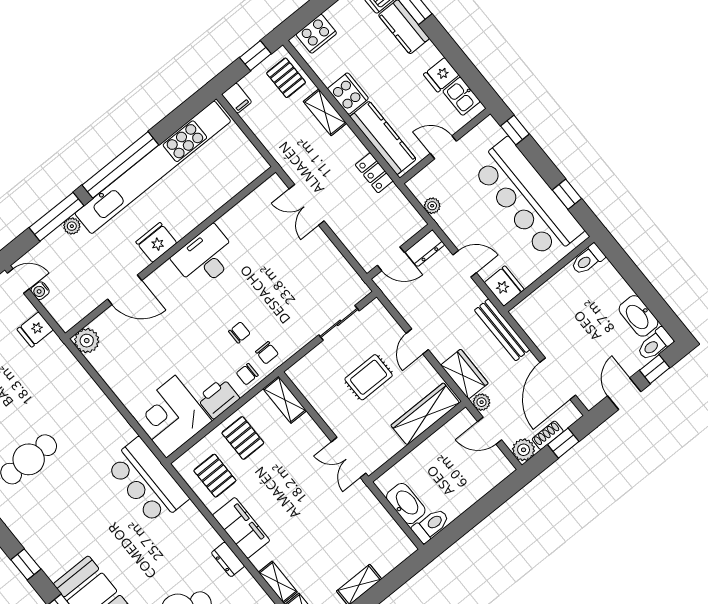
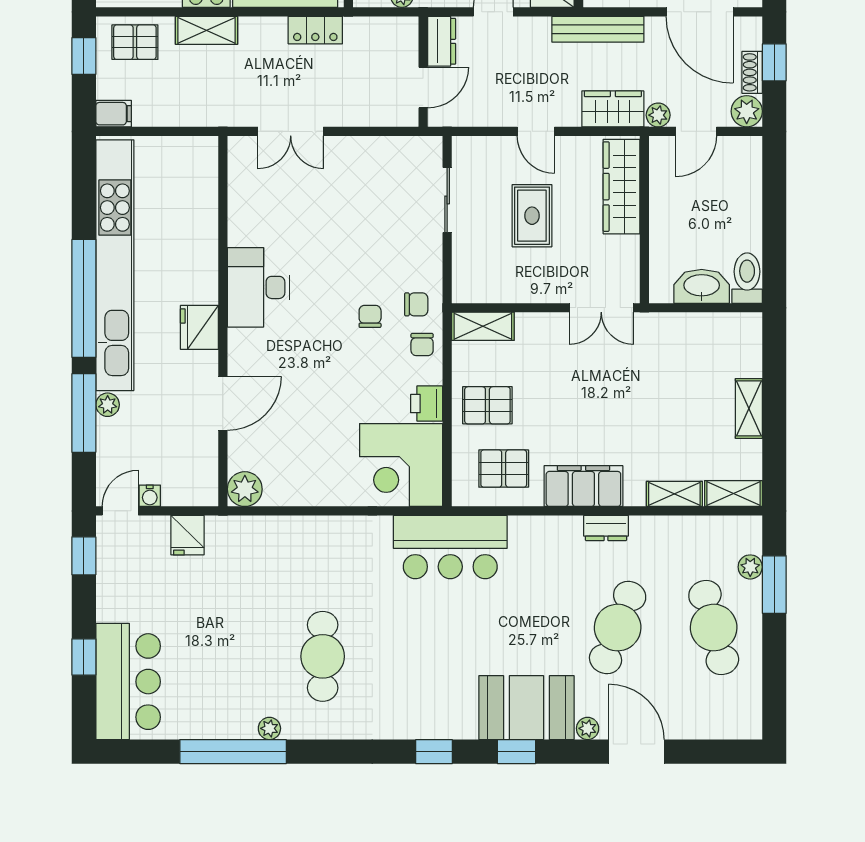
printer: (218, 398) -> (427, 404), width x0.73, depth x0.81

